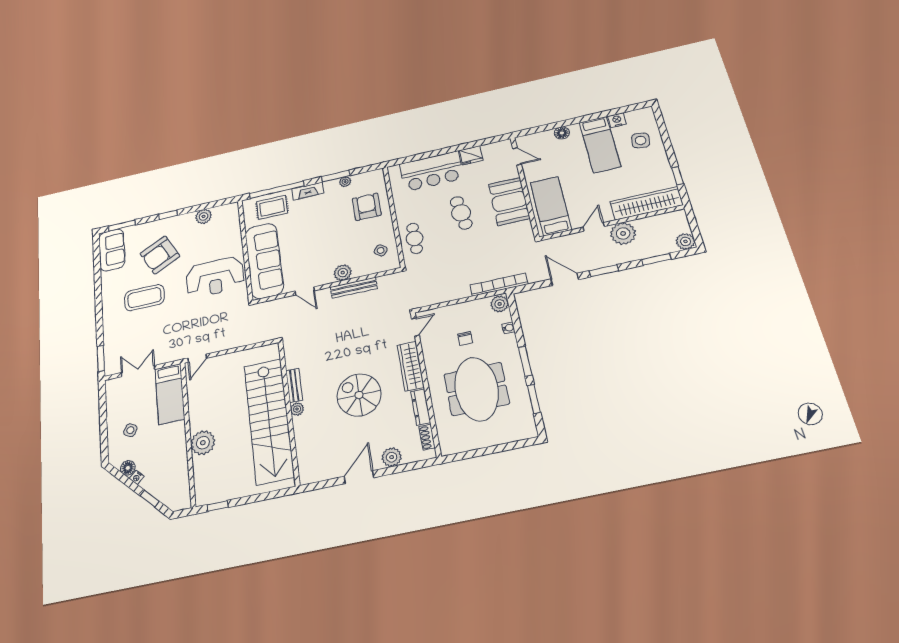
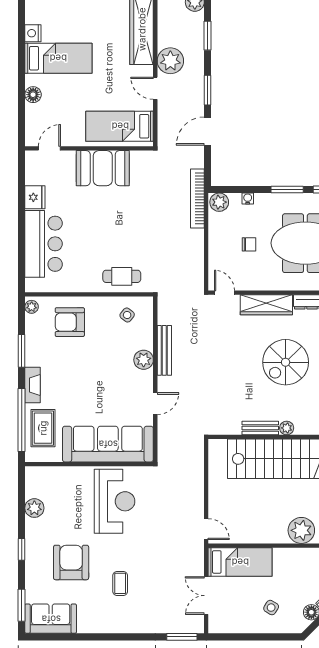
side table: (641, 140) -> (65, 15), removed
plant: (345, 182) -> (32, 307), moved
cafe table: (461, 213) -> (104, 221), removed
armchair: (160, 255) -> (71, 562), turned -153
coffee table: (144, 298) -> (120, 583), width x0.54, depth x0.58

